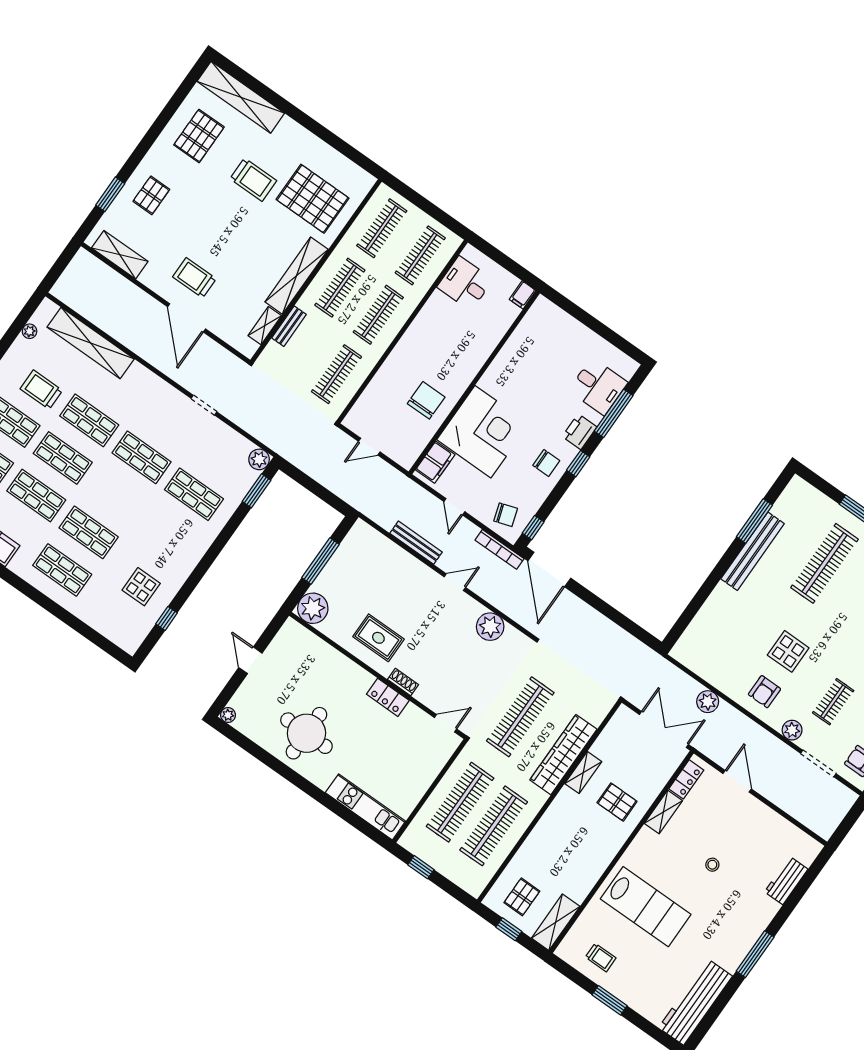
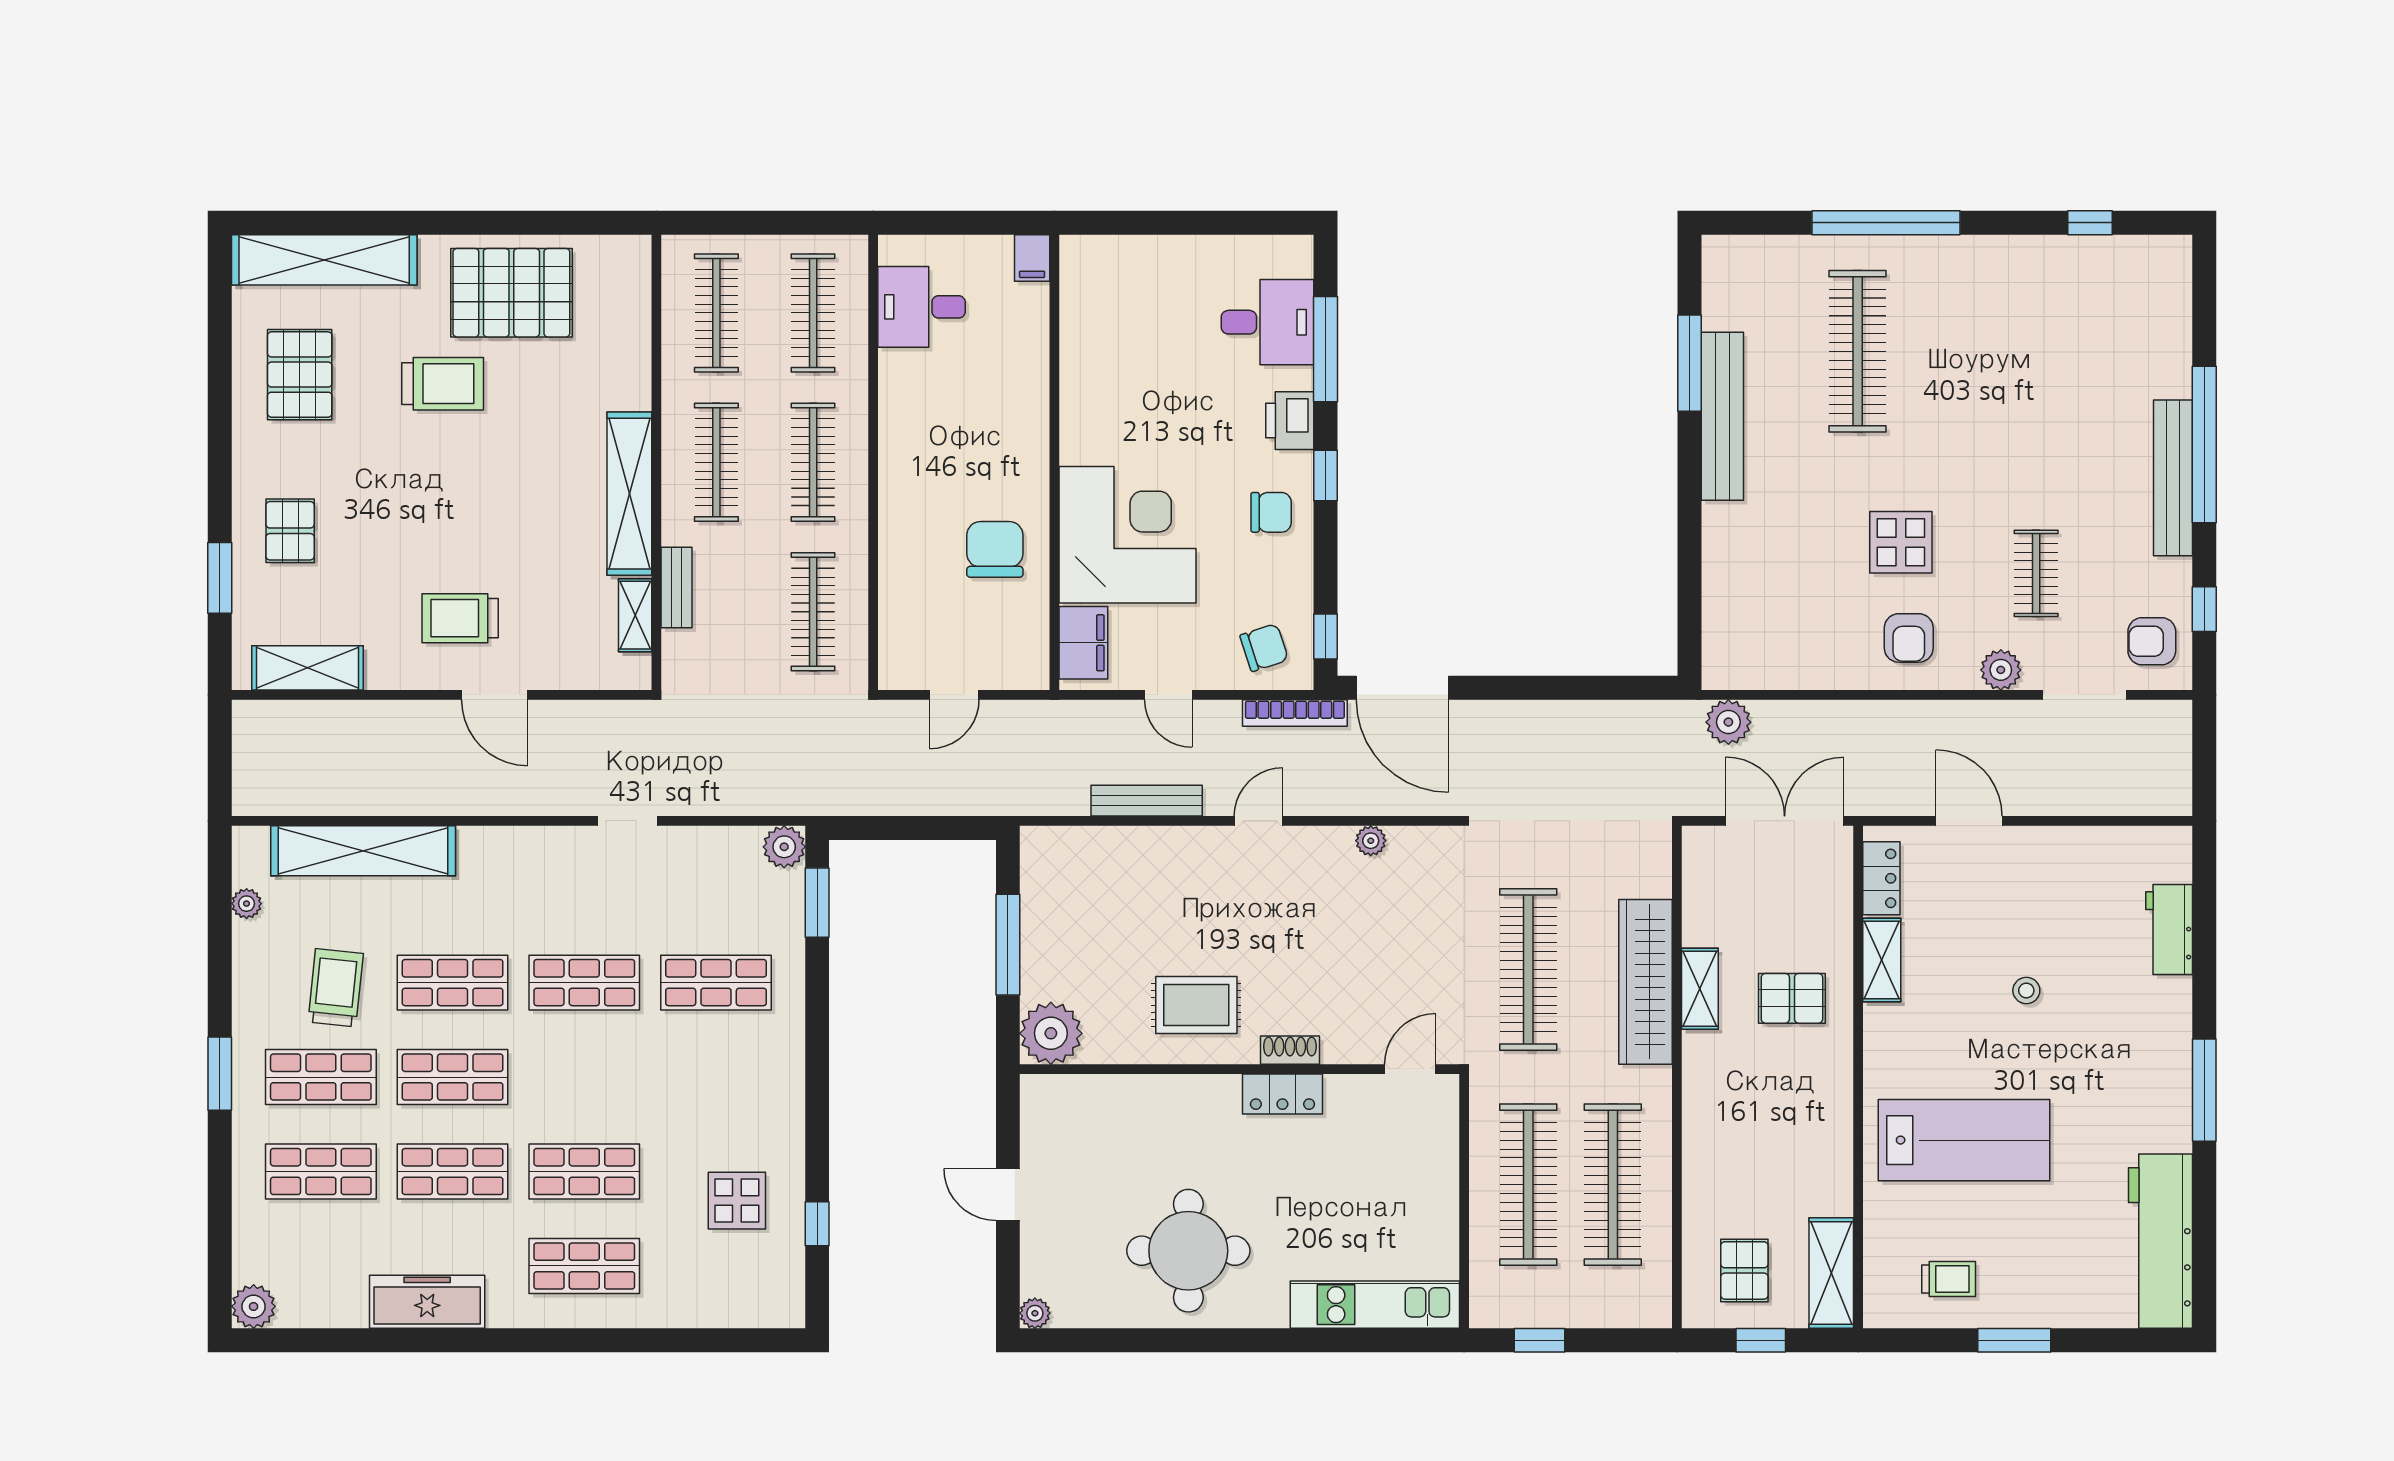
pallet: (313, 199) -> (511, 293), moved
door: (187, 318) -> (495, 695), width x0.73
trolley: (41, 390) -> (336, 988), turned 96
plant: (490, 627) -> (1371, 841), width x0.53, depth x0.53
plant: (708, 702) -> (1728, 722), moved

